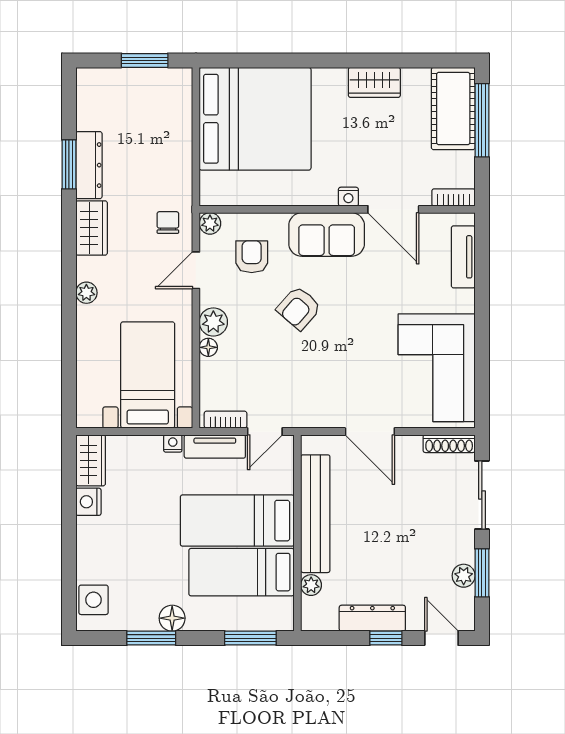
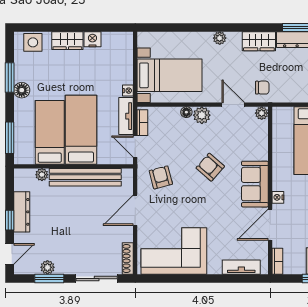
armchair: (252, 257) -> (161, 177), moved, turned -105
wardrobe: (91, 460) -> (67, 41), moved

